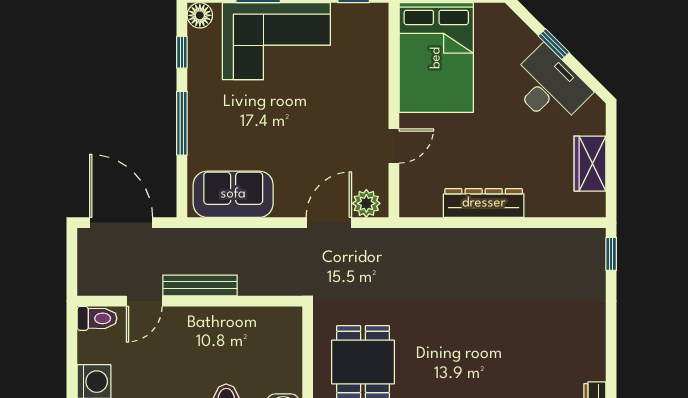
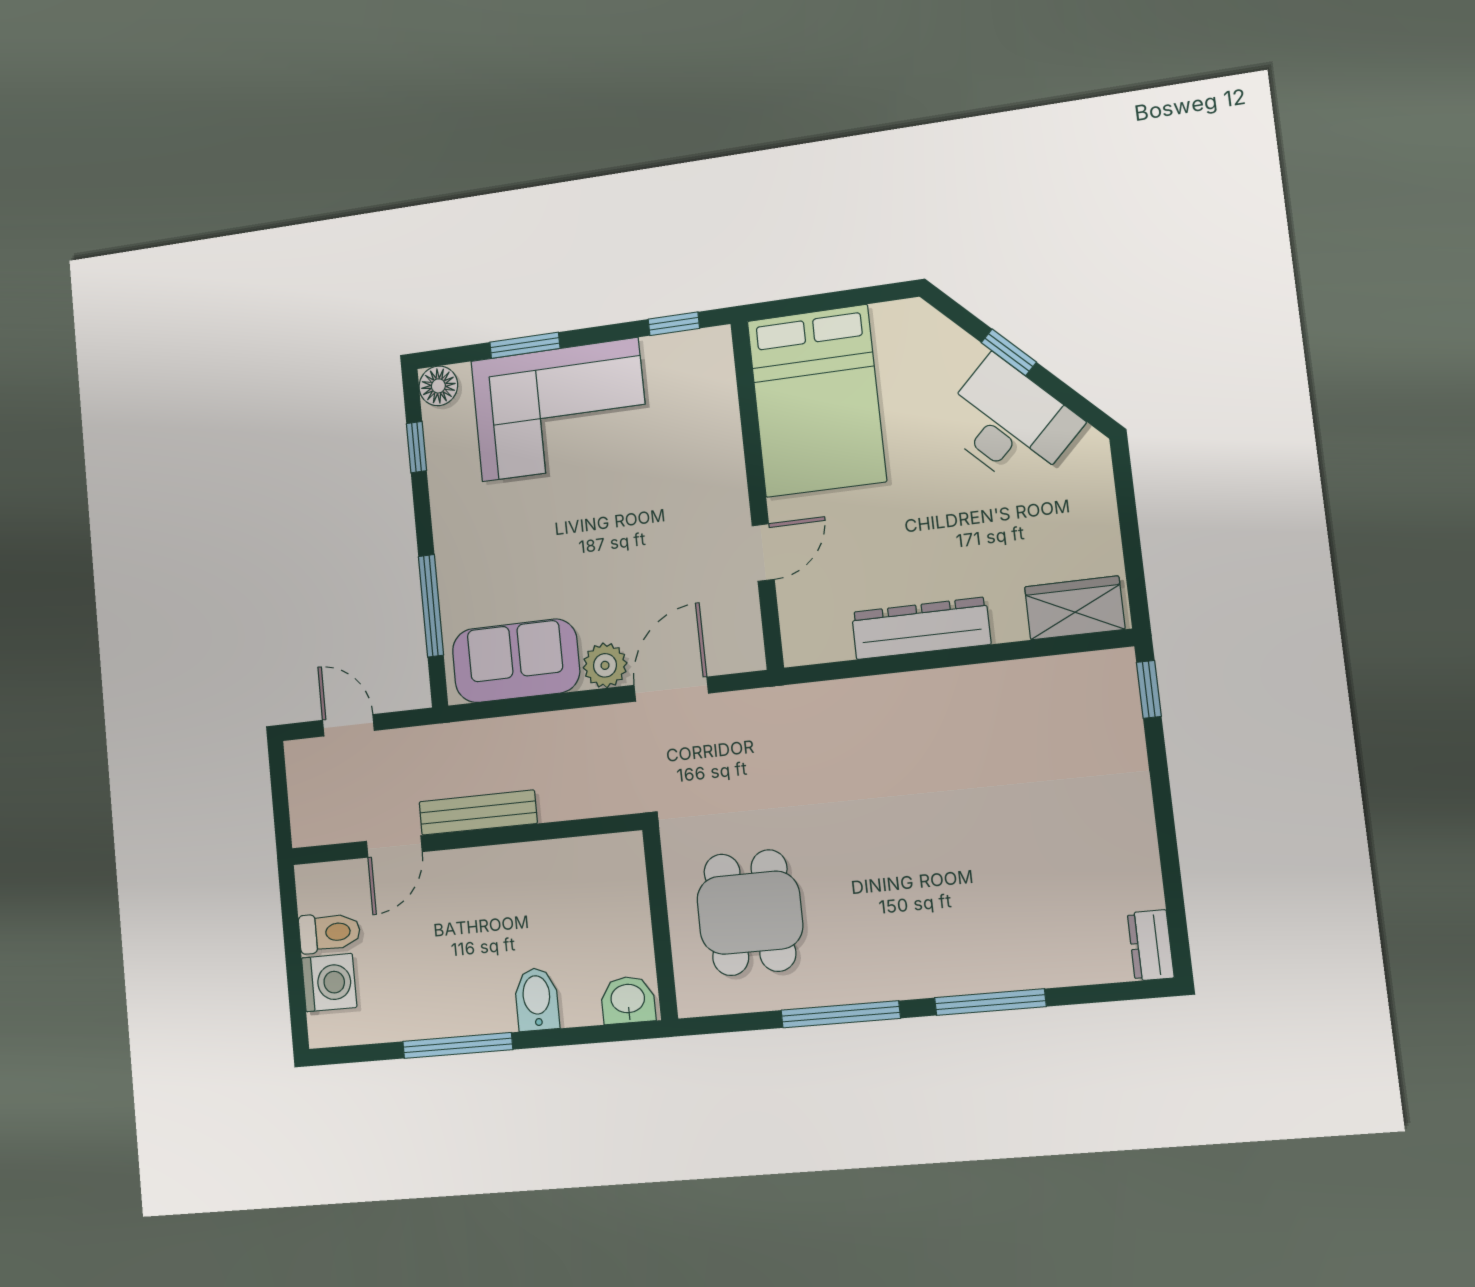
window: (182, 123) -> (431, 606), moved
wardrobe: (590, 164) -> (1075, 608), moved, turned 90
plant: (366, 203) -> (605, 665), moved
door: (121, 223) -> (348, 725), width x0.53
toilet: (97, 318) -> (330, 933), moved

